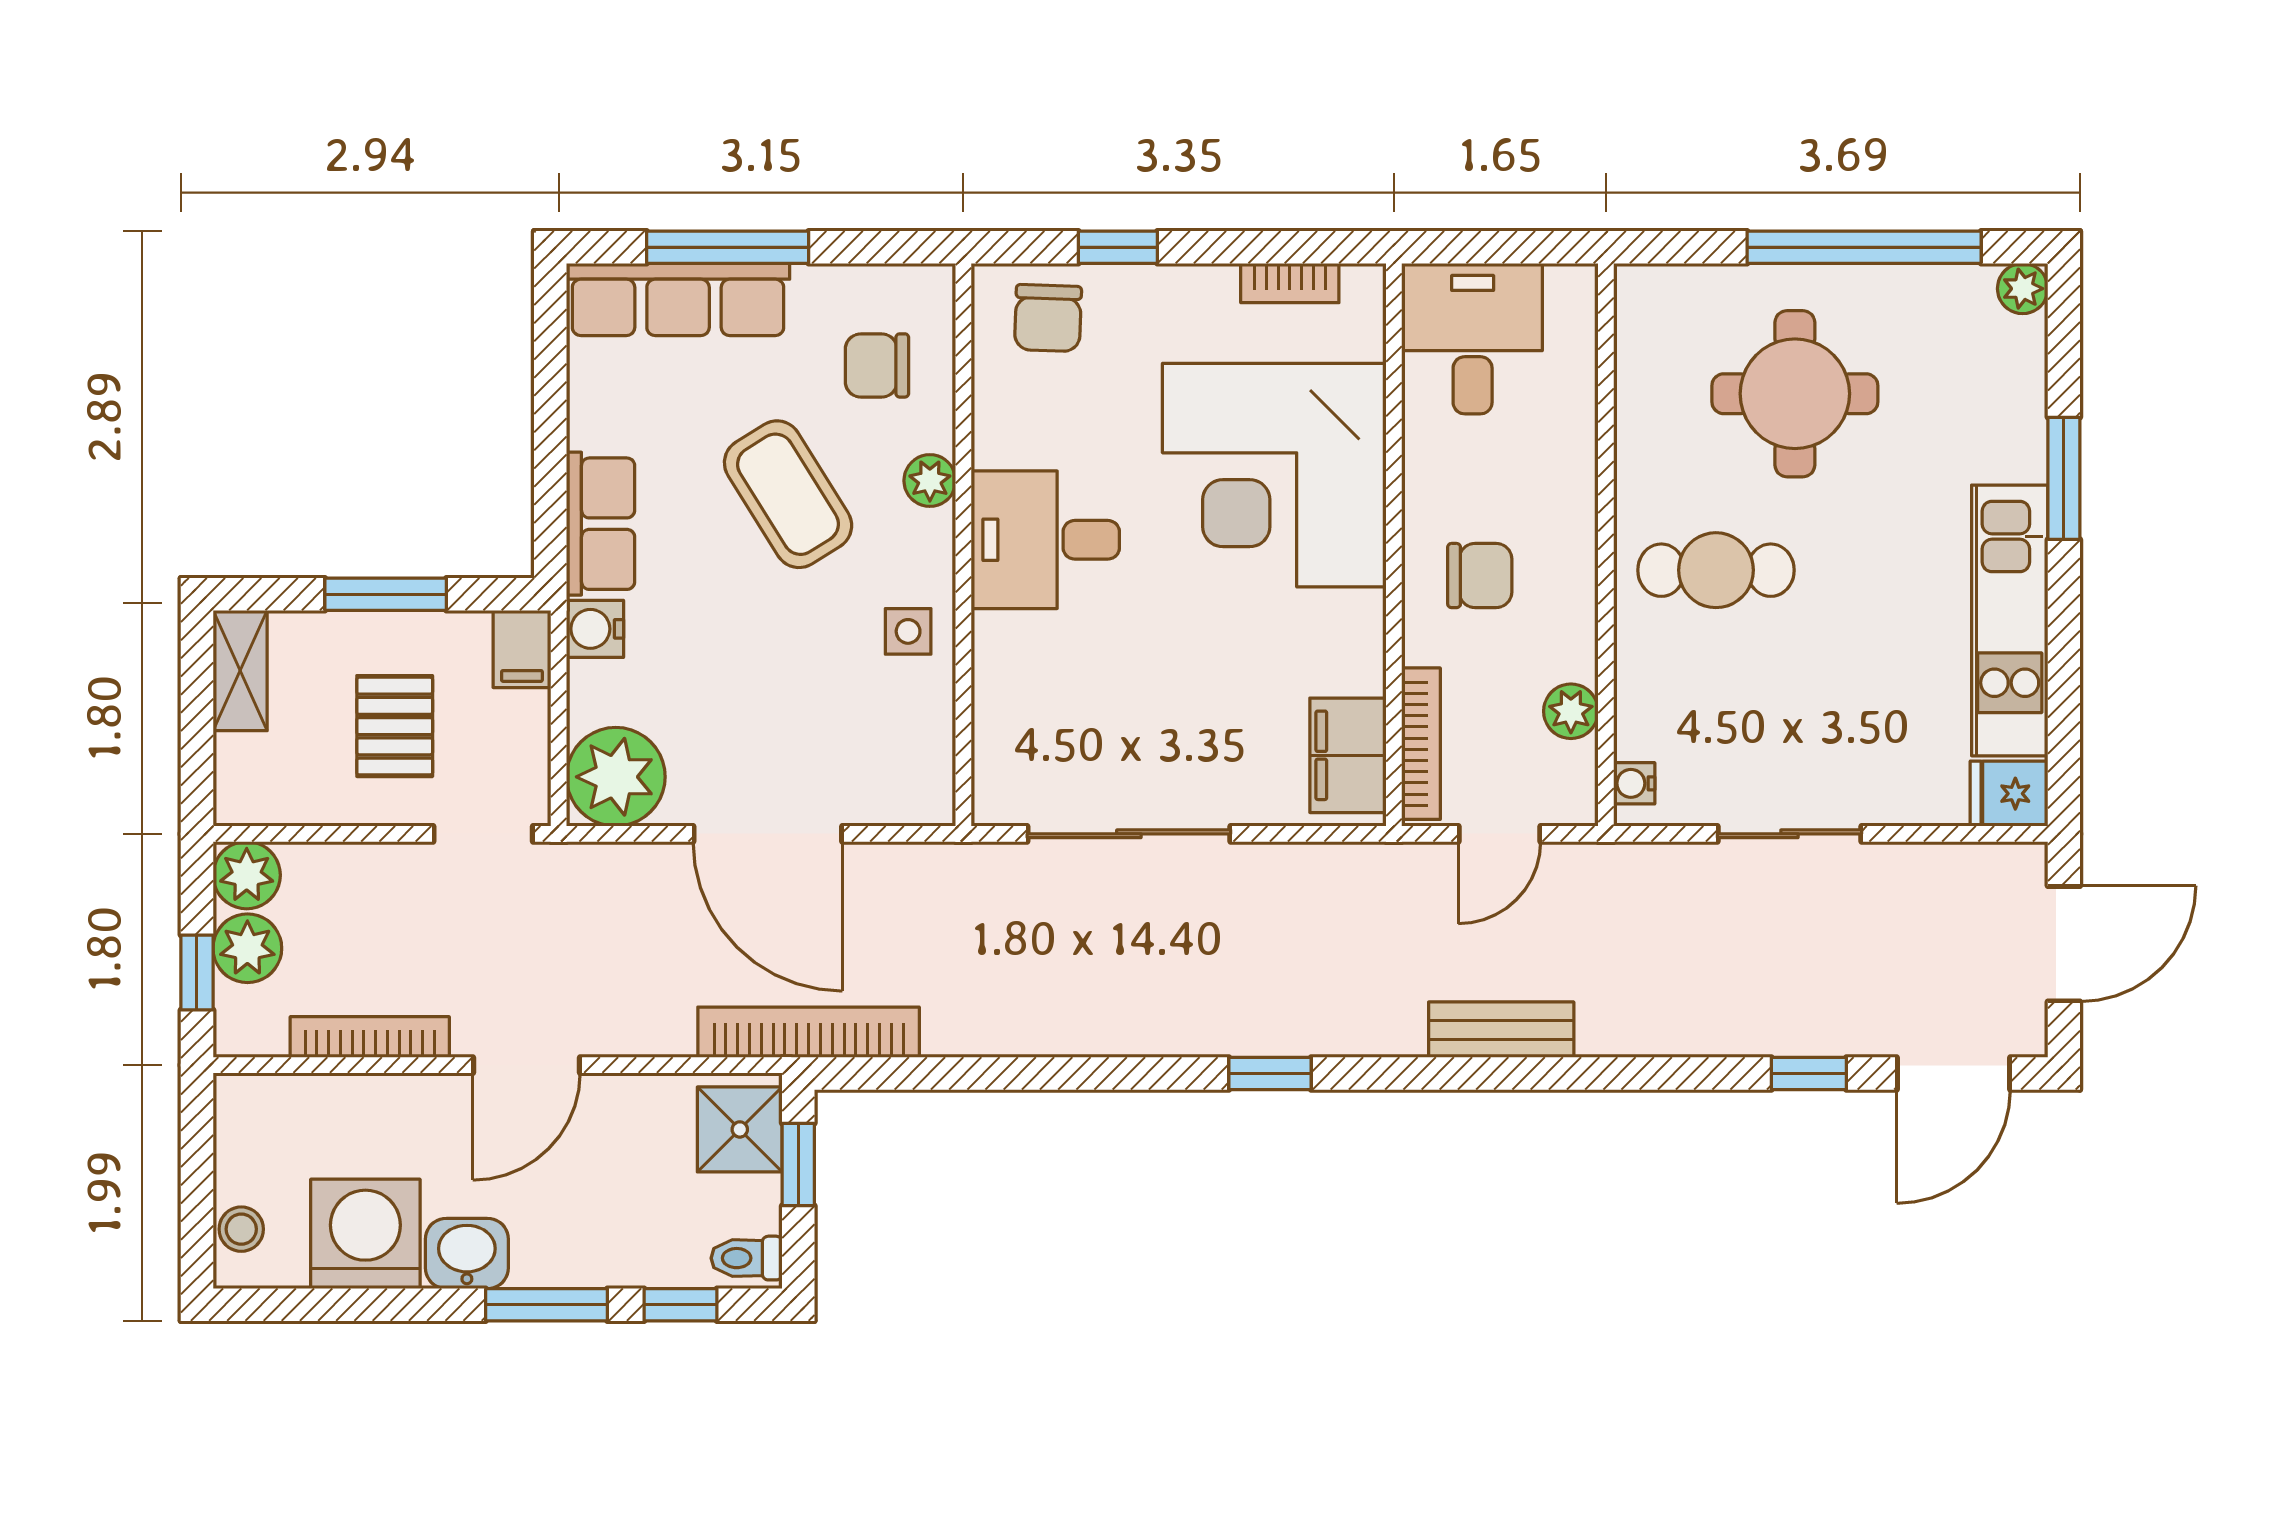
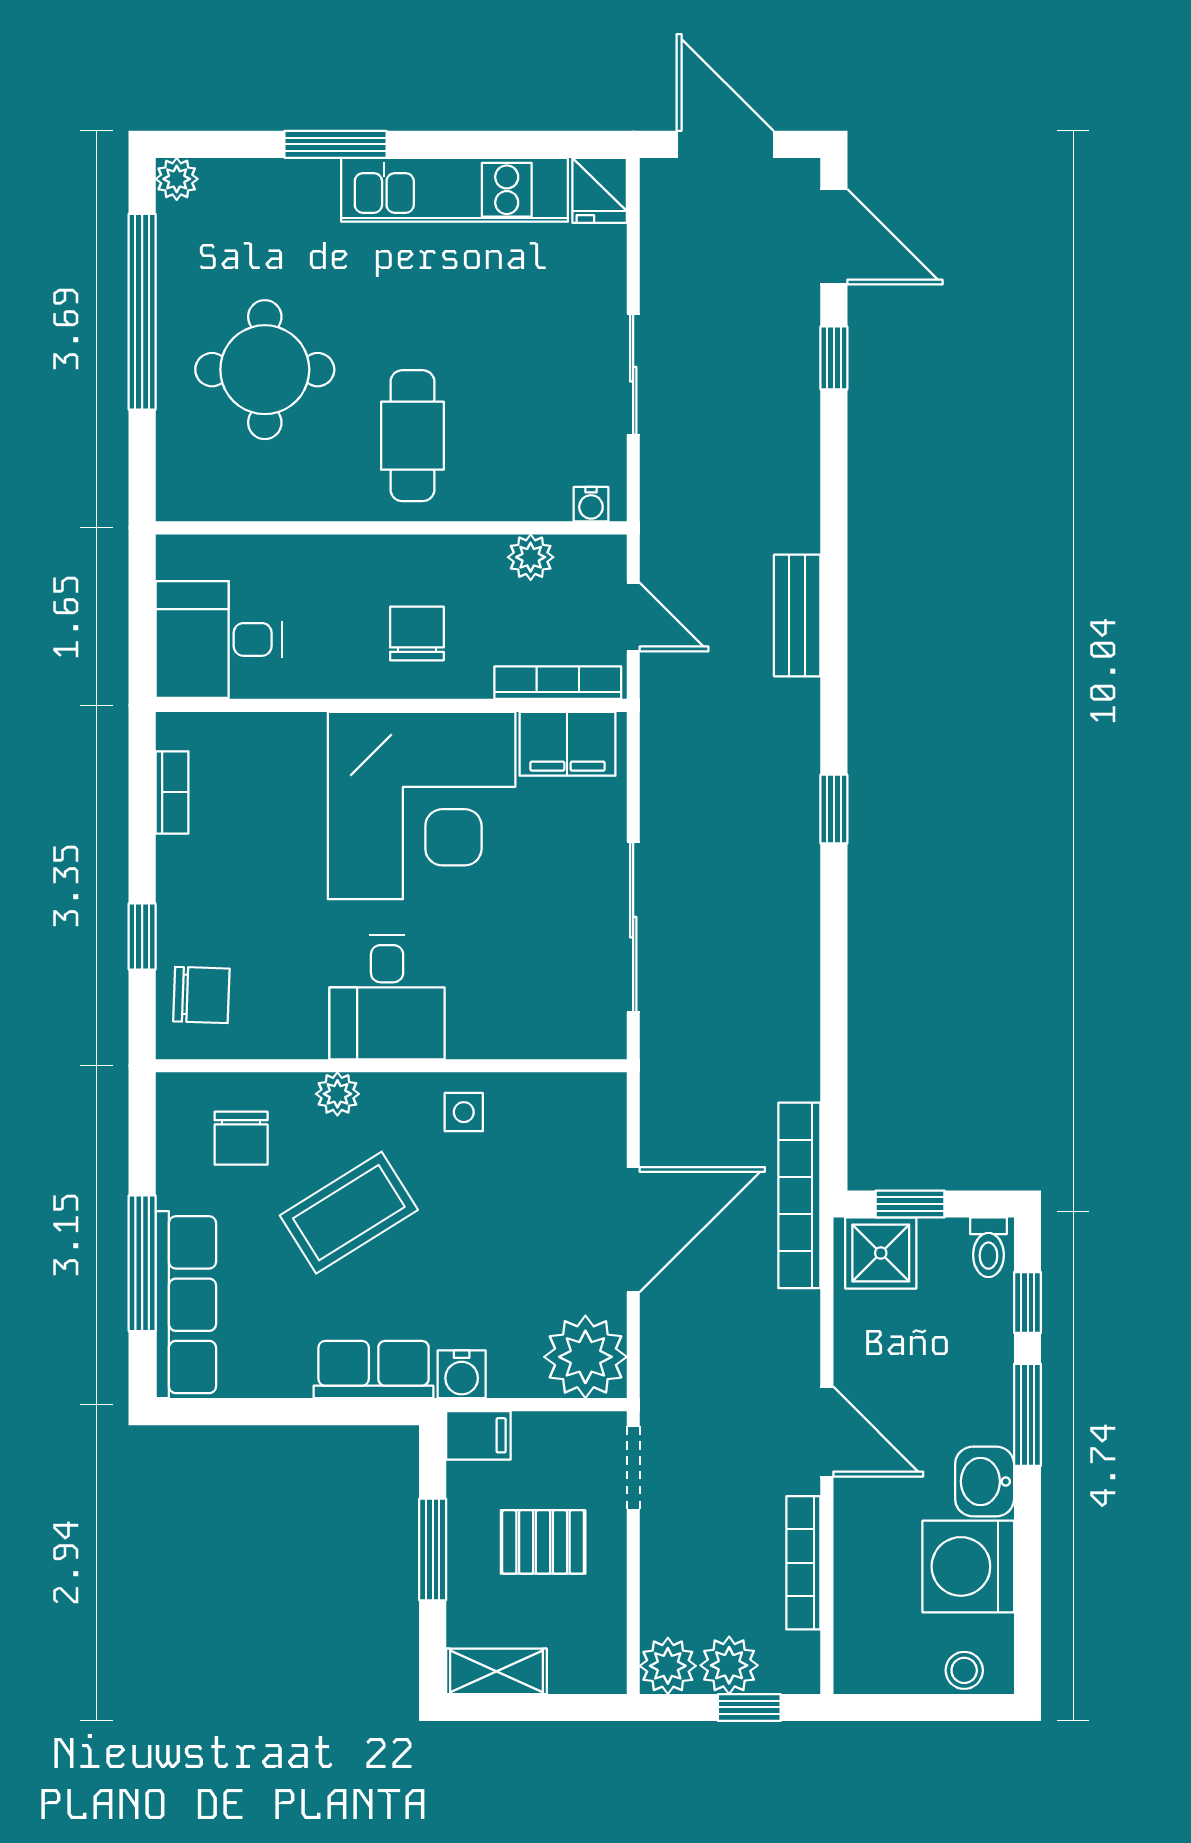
corner desk: (1274, 475) -> (422, 805), moved

